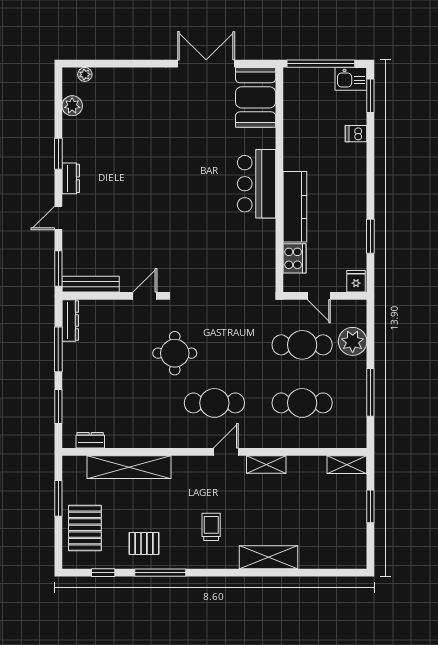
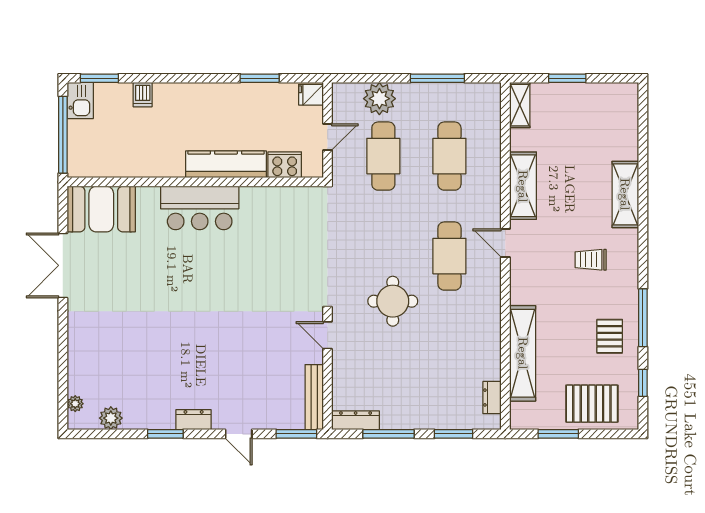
shelving: (266, 465) -> (523, 186), width x1.50, depth x1.33

